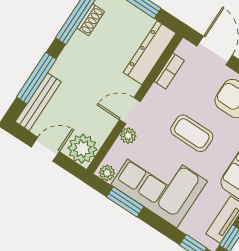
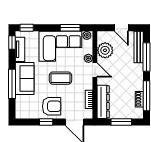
door: (130, 111) -> (95, 70), hinge flipped
door: (45, 149) -> (121, 28), hinge flipped
plant: (82, 149) -> (105, 50), moved

